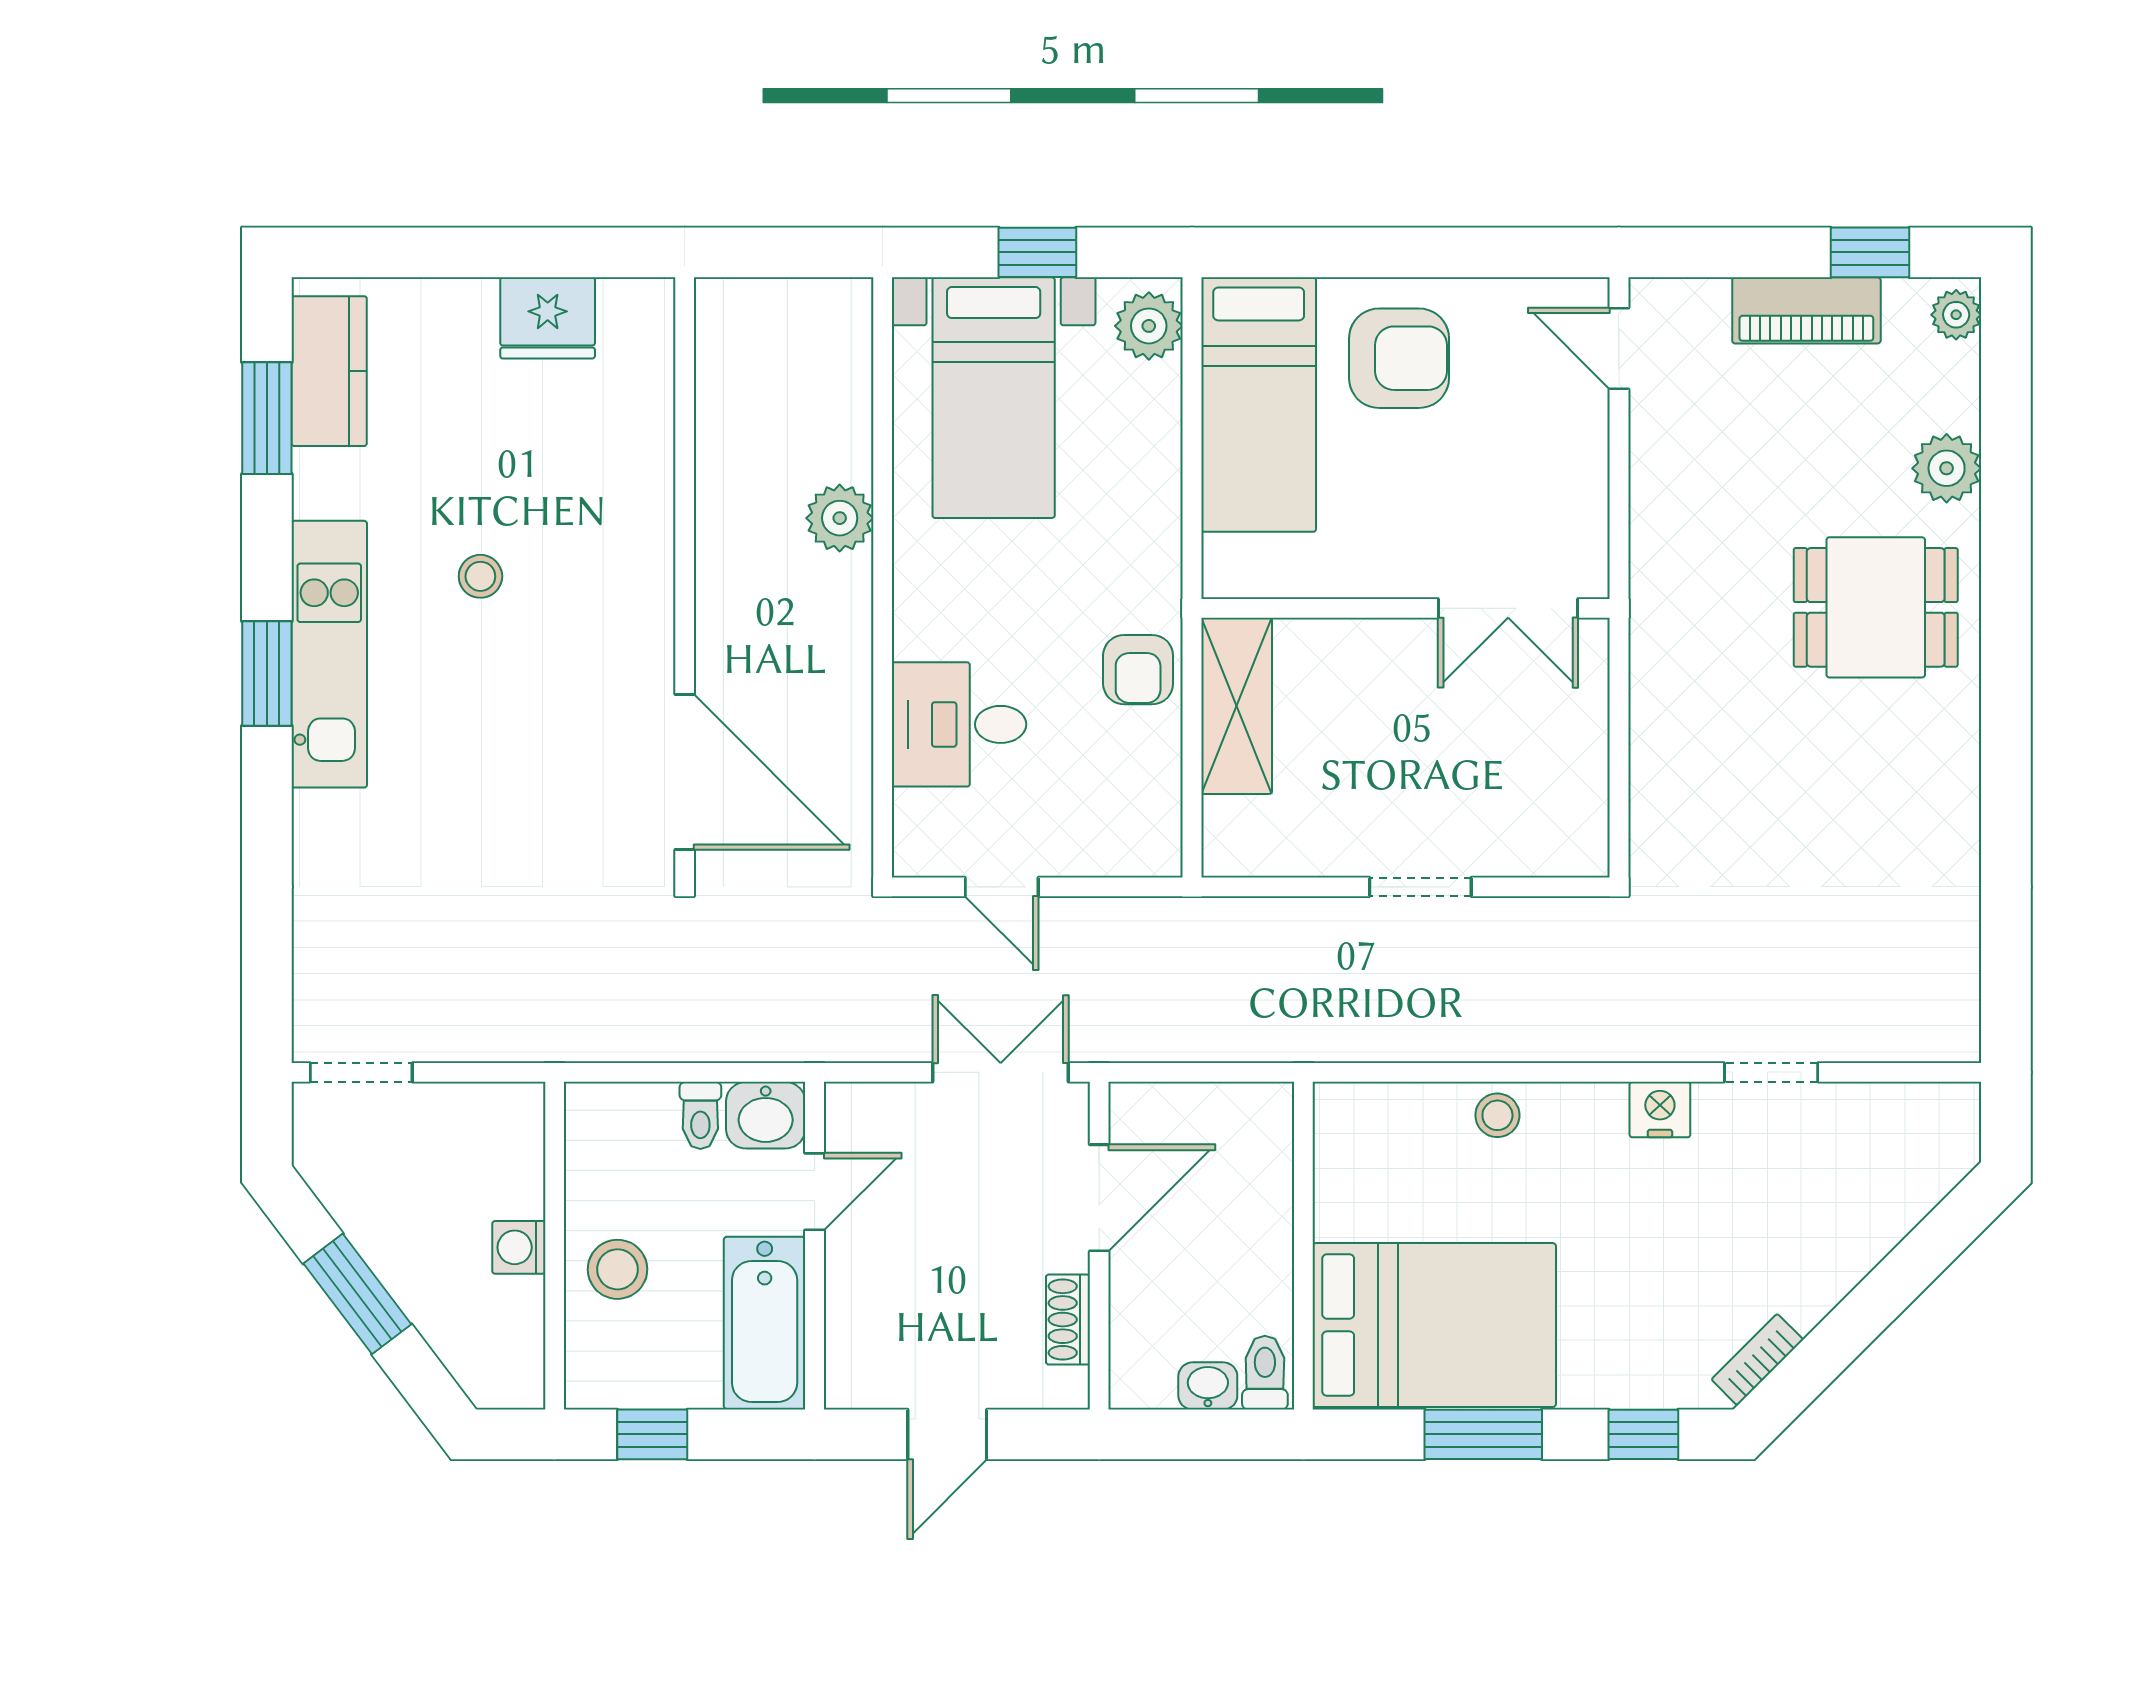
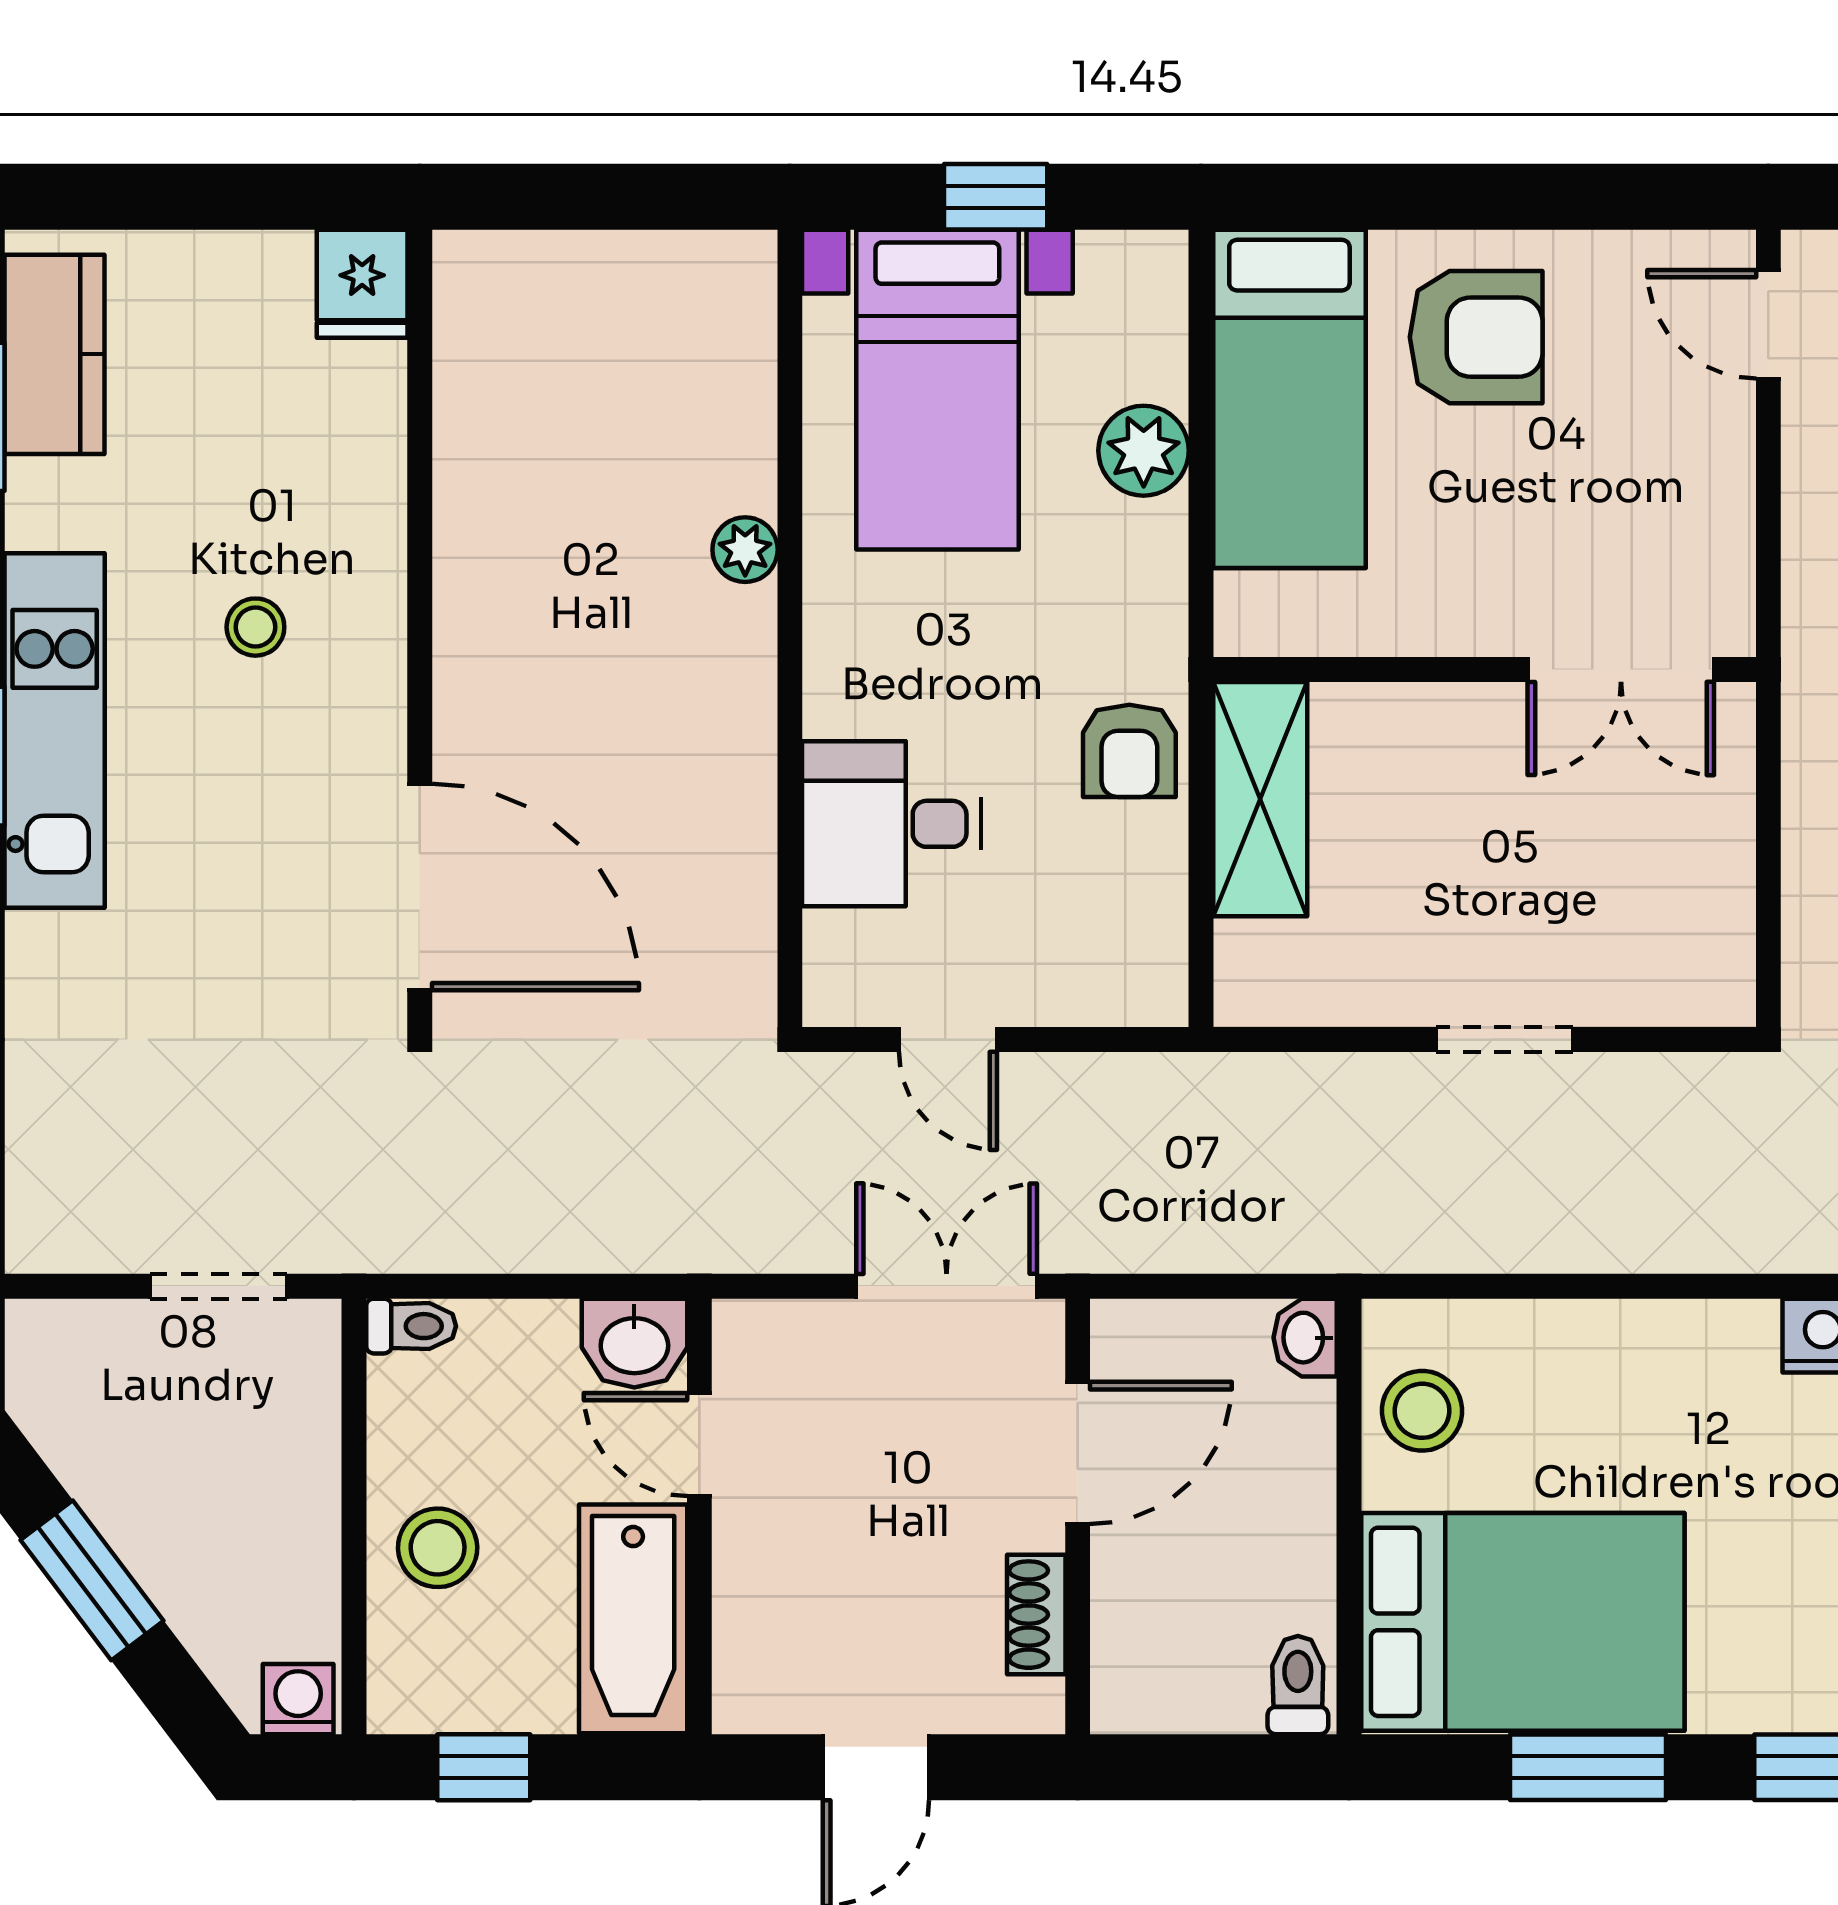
fridge: (548, 318) -> (362, 284), width x0.72
plant: (1149, 326) -> (1144, 451), moved
plant: (840, 518) -> (745, 550), width x0.73, depth x0.73
wall: (685, 577) -> (420, 628), moved
door: (685, 772) -> (420, 887), moved
doorway: (361, 1072) -> (218, 1286), moved
toilet: (700, 1115) -> (411, 1326), moved, turned -90
stool: (1497, 1115) -> (1422, 1411), moved, width x1.37, depth x1.37
door: (815, 1192) -> (699, 1445), swing flipped
washing machine: (519, 1247) -> (298, 1699), moved, turned 90
washbasin: (1208, 1386) -> (1305, 1338), moved, turned -90

